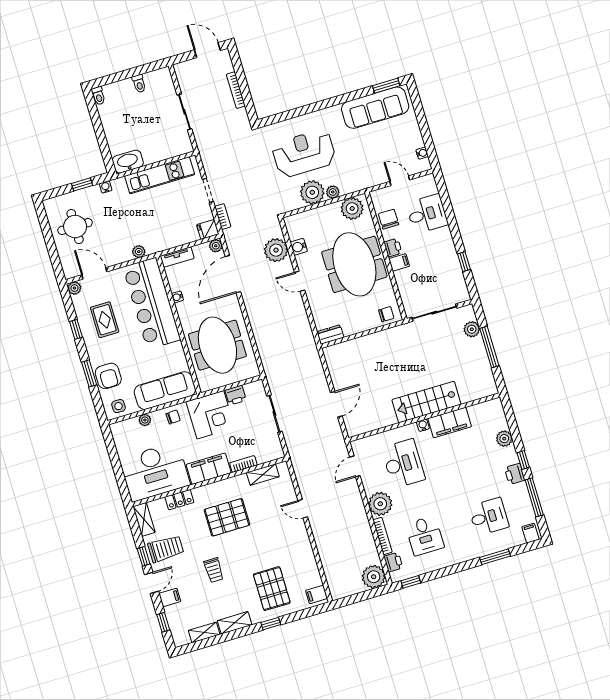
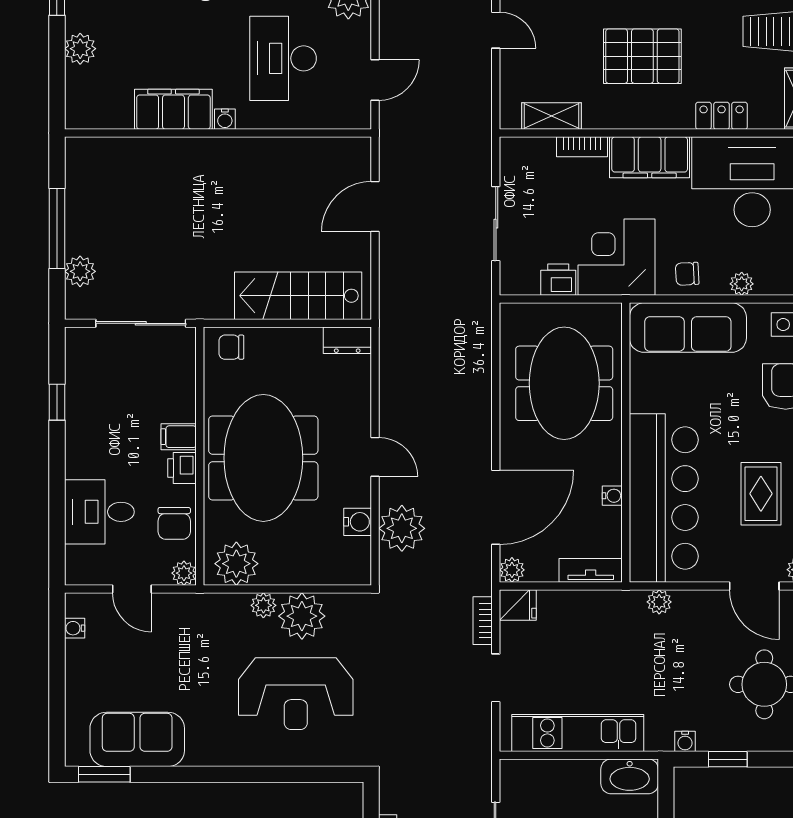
sofa: (375, 108) -> (137, 739), width x0.73
plant: (376, 196) -> (184, 573), added
stairs: (426, 402) -> (298, 296), moved, turned 180

